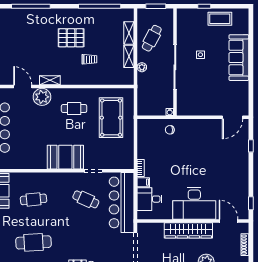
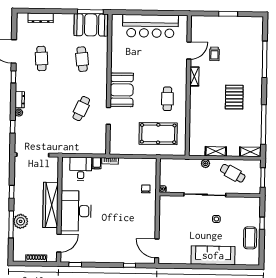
shelving: (129, 33) -> (250, 152), moved
trolley: (89, 59) -> (214, 54), moved
plant: (42, 97) -> (179, 69), removed
bar counter: (122, 202) -> (78, 142), removed
cafe table: (34, 242) -> (41, 58), width x0.73, depth x0.74

